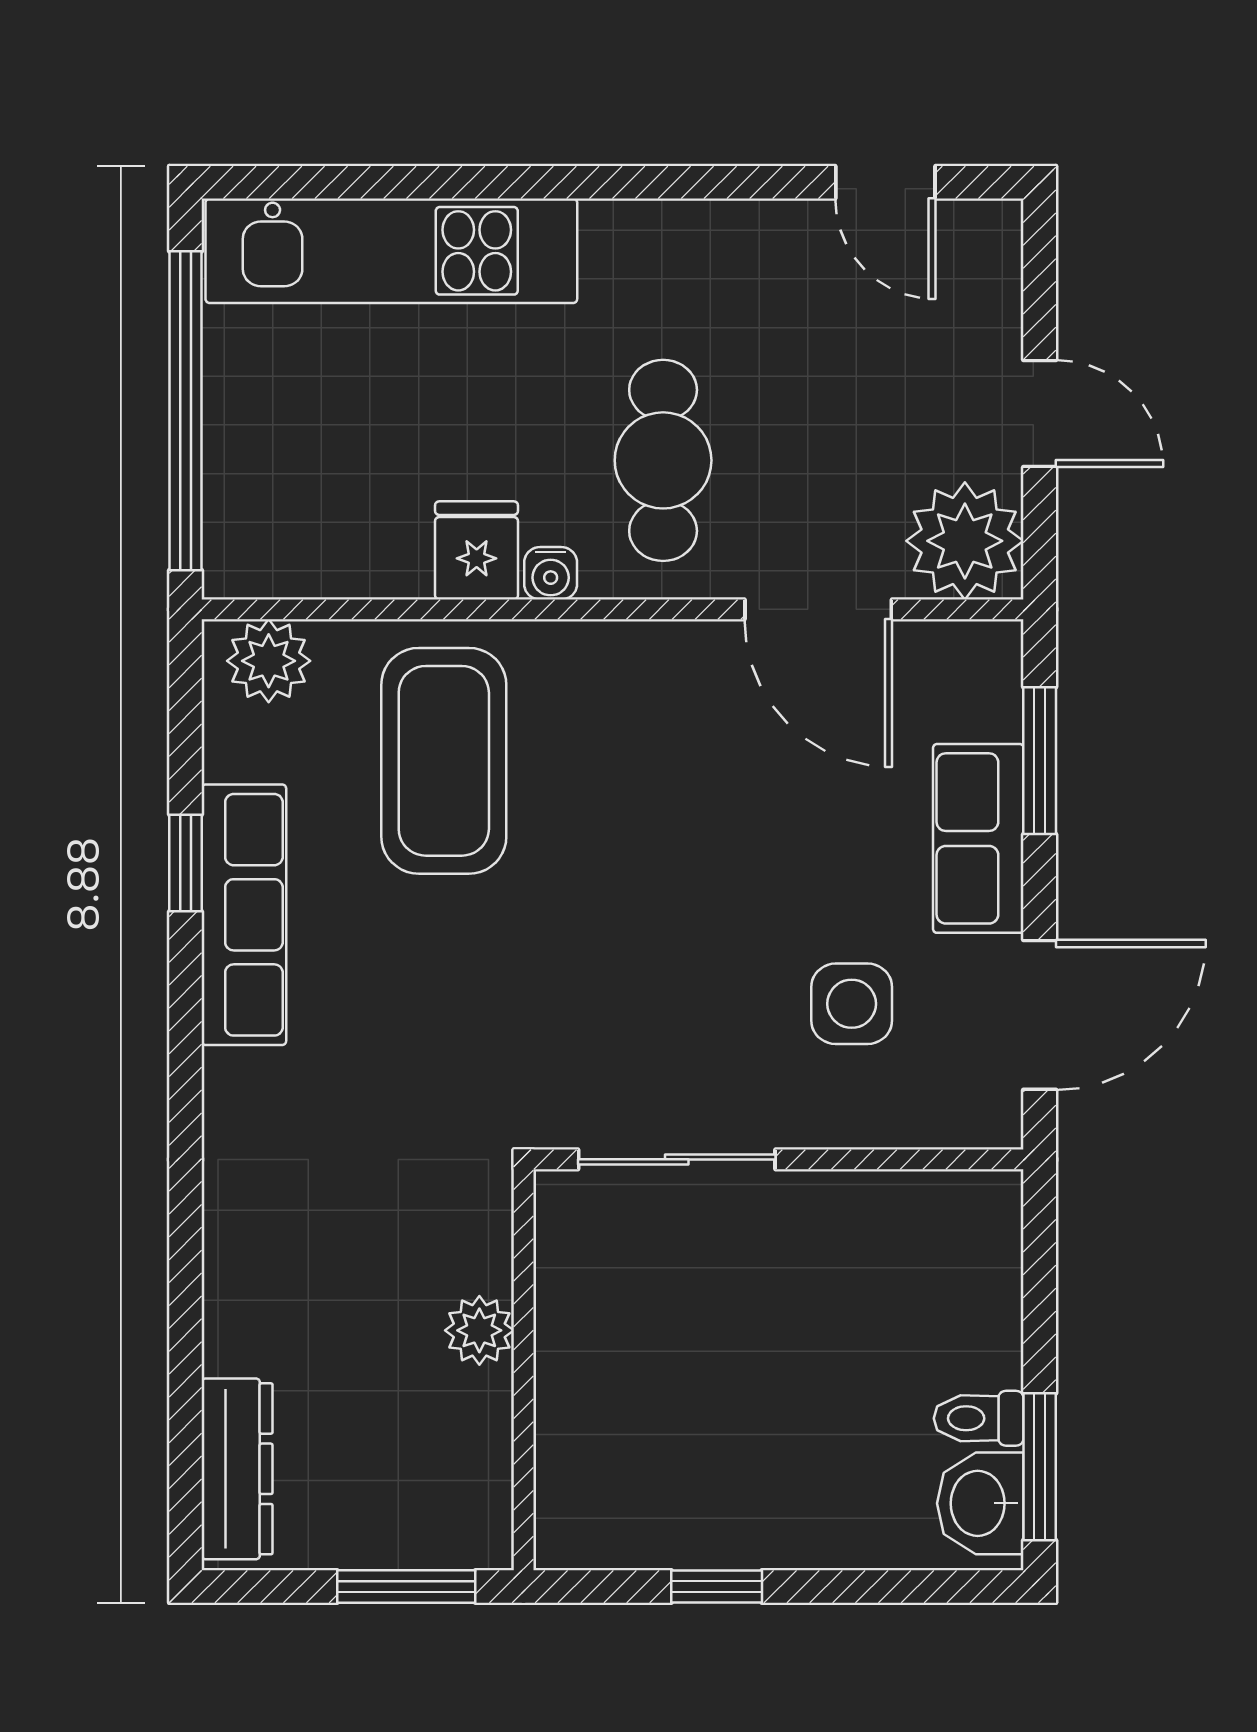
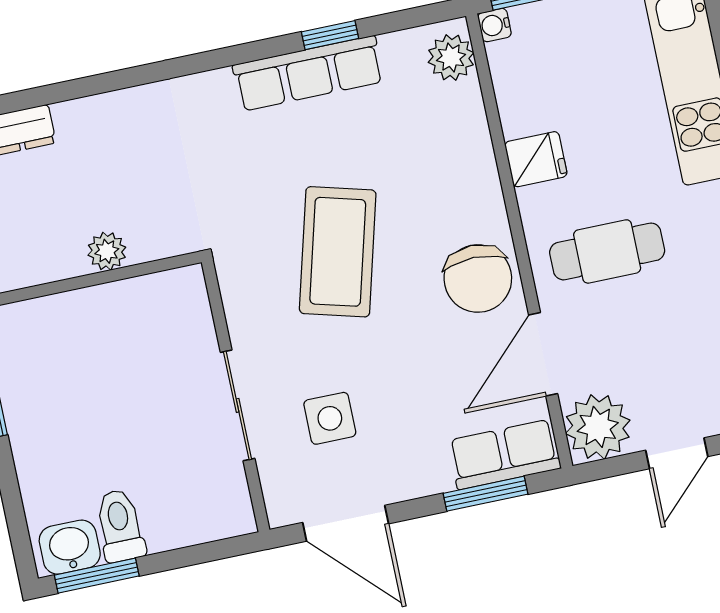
water cooler: (551, 573) -> (494, 25), moved
chair: (663, 695) -> (478, 278), added
coffee table: (444, 761) -> (338, 252), moved, turned -75
row of seats: (978, 838) -> (504, 454), moved
sliding door: (677, 1159) -> (238, 405), moved
toilet: (979, 1418) -> (120, 526), width x1.37, depth x1.39

